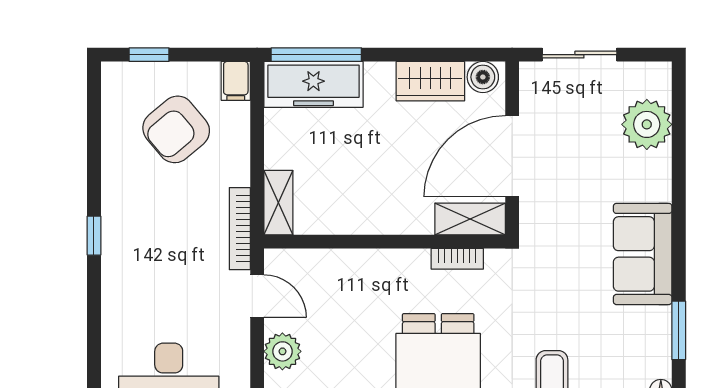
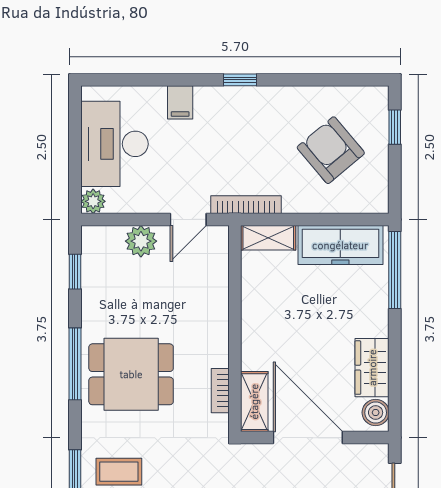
filing cabinet: (236, 81) -> (180, 102), moved, turned -90
freezer: (313, 84) -> (340, 245), moved, turned -90

